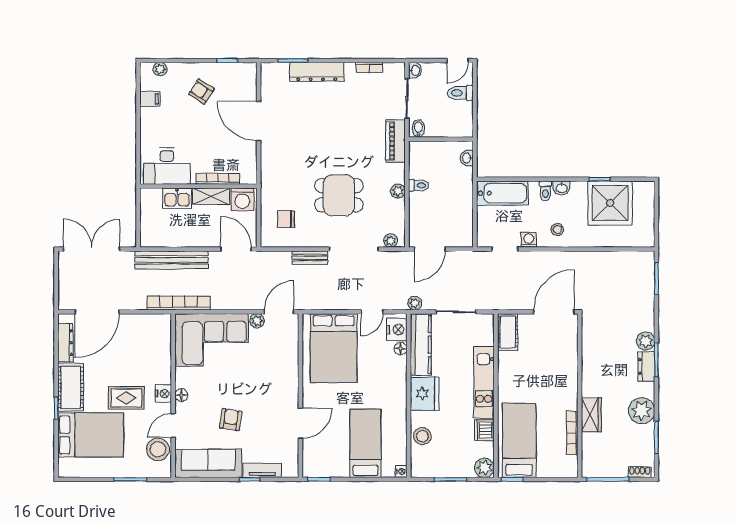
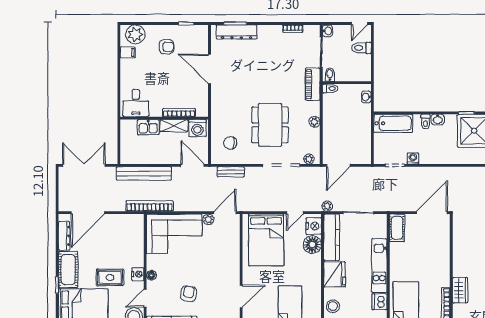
plant: (160, 69) -> (135, 34), width x1.88, depth x1.88
dresser: (317, 72) -> (237, 32), moved
armchair: (201, 91) -> (166, 47), turned 147
desk: (167, 166) -> (136, 103), width x0.73
toilet: (419, 185) -> (330, 89), moved
dining table: (339, 195) -> (270, 125), width x1.38
stool: (557, 229) -> (434, 151), removed
bench: (310, 258) -> (231, 172), moved
floor lamp: (401, 349) -> (312, 245), width x1.89, depth x1.89

